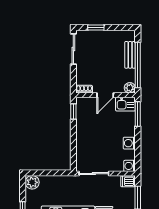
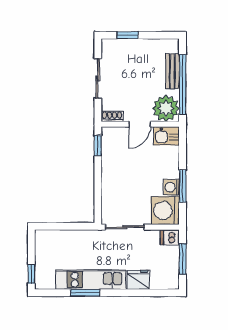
sliding door: (73, 49) -> (98, 78), moved
plant: (130, 88) -> (166, 108), width x1.87, depth x1.87
window: (138, 114) -> (183, 186), moved
washing machine: (130, 166) -> (165, 211), width x1.89, depth x1.89
plant: (32, 182) -> (44, 239), removed

